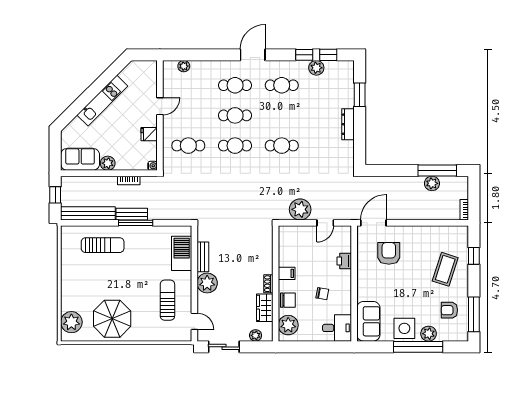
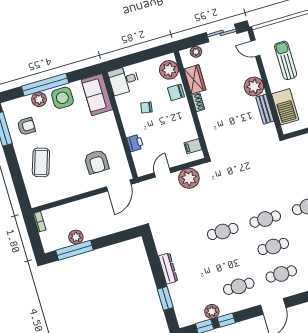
window: (474, 256) -> (18, 182), removed
filing cabinet: (287, 273) -> (193, 146), moved
sun lounger: (167, 300) -> (286, 60), turned 180

